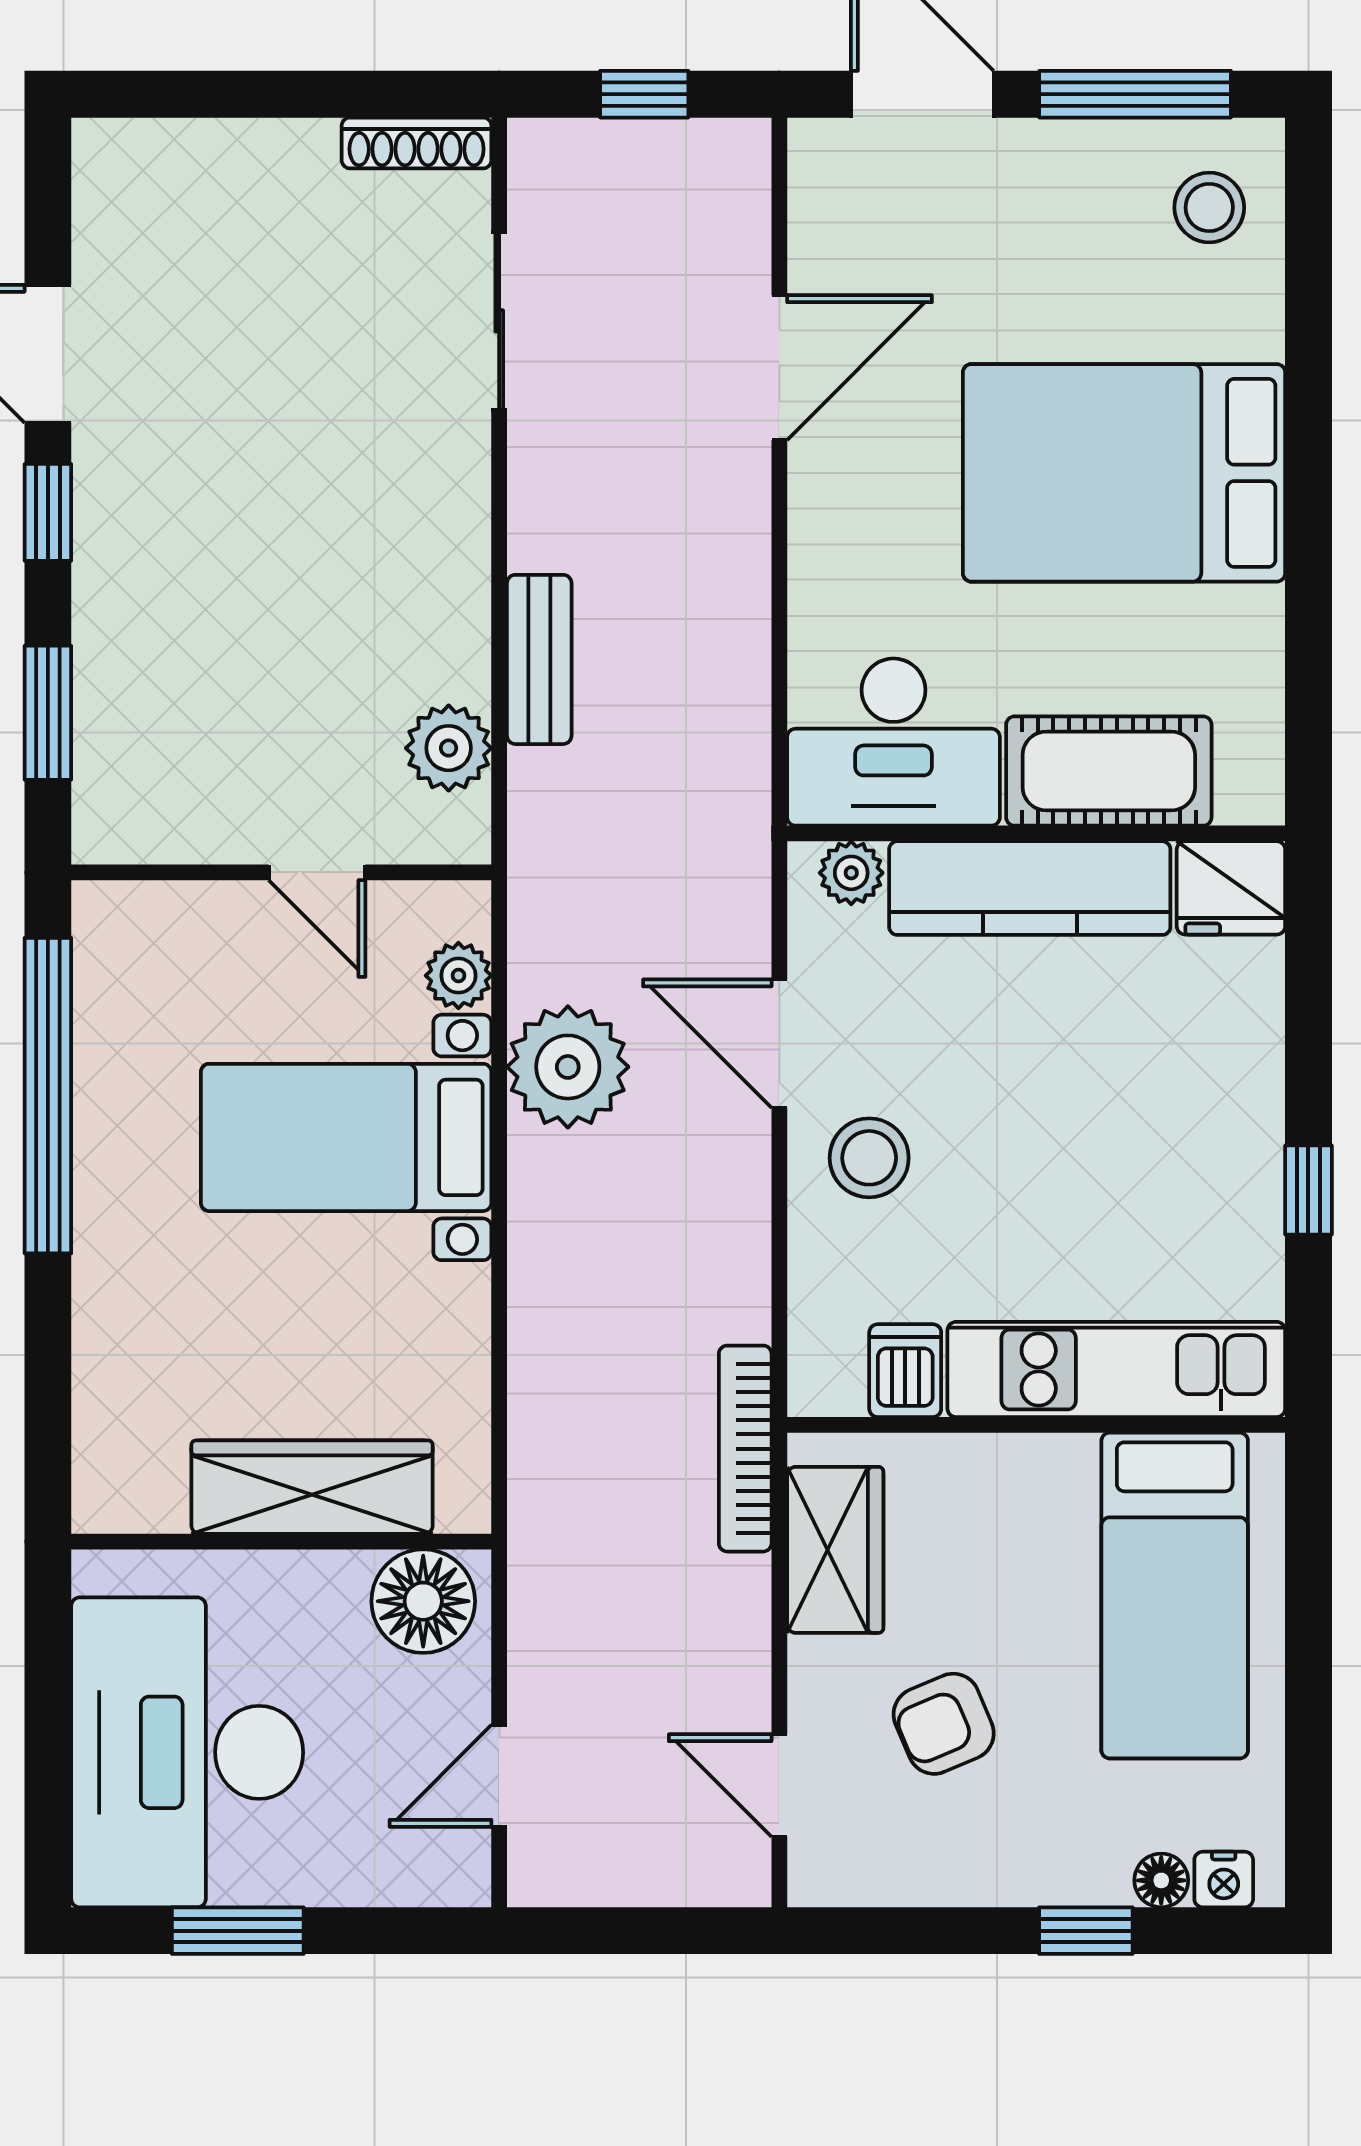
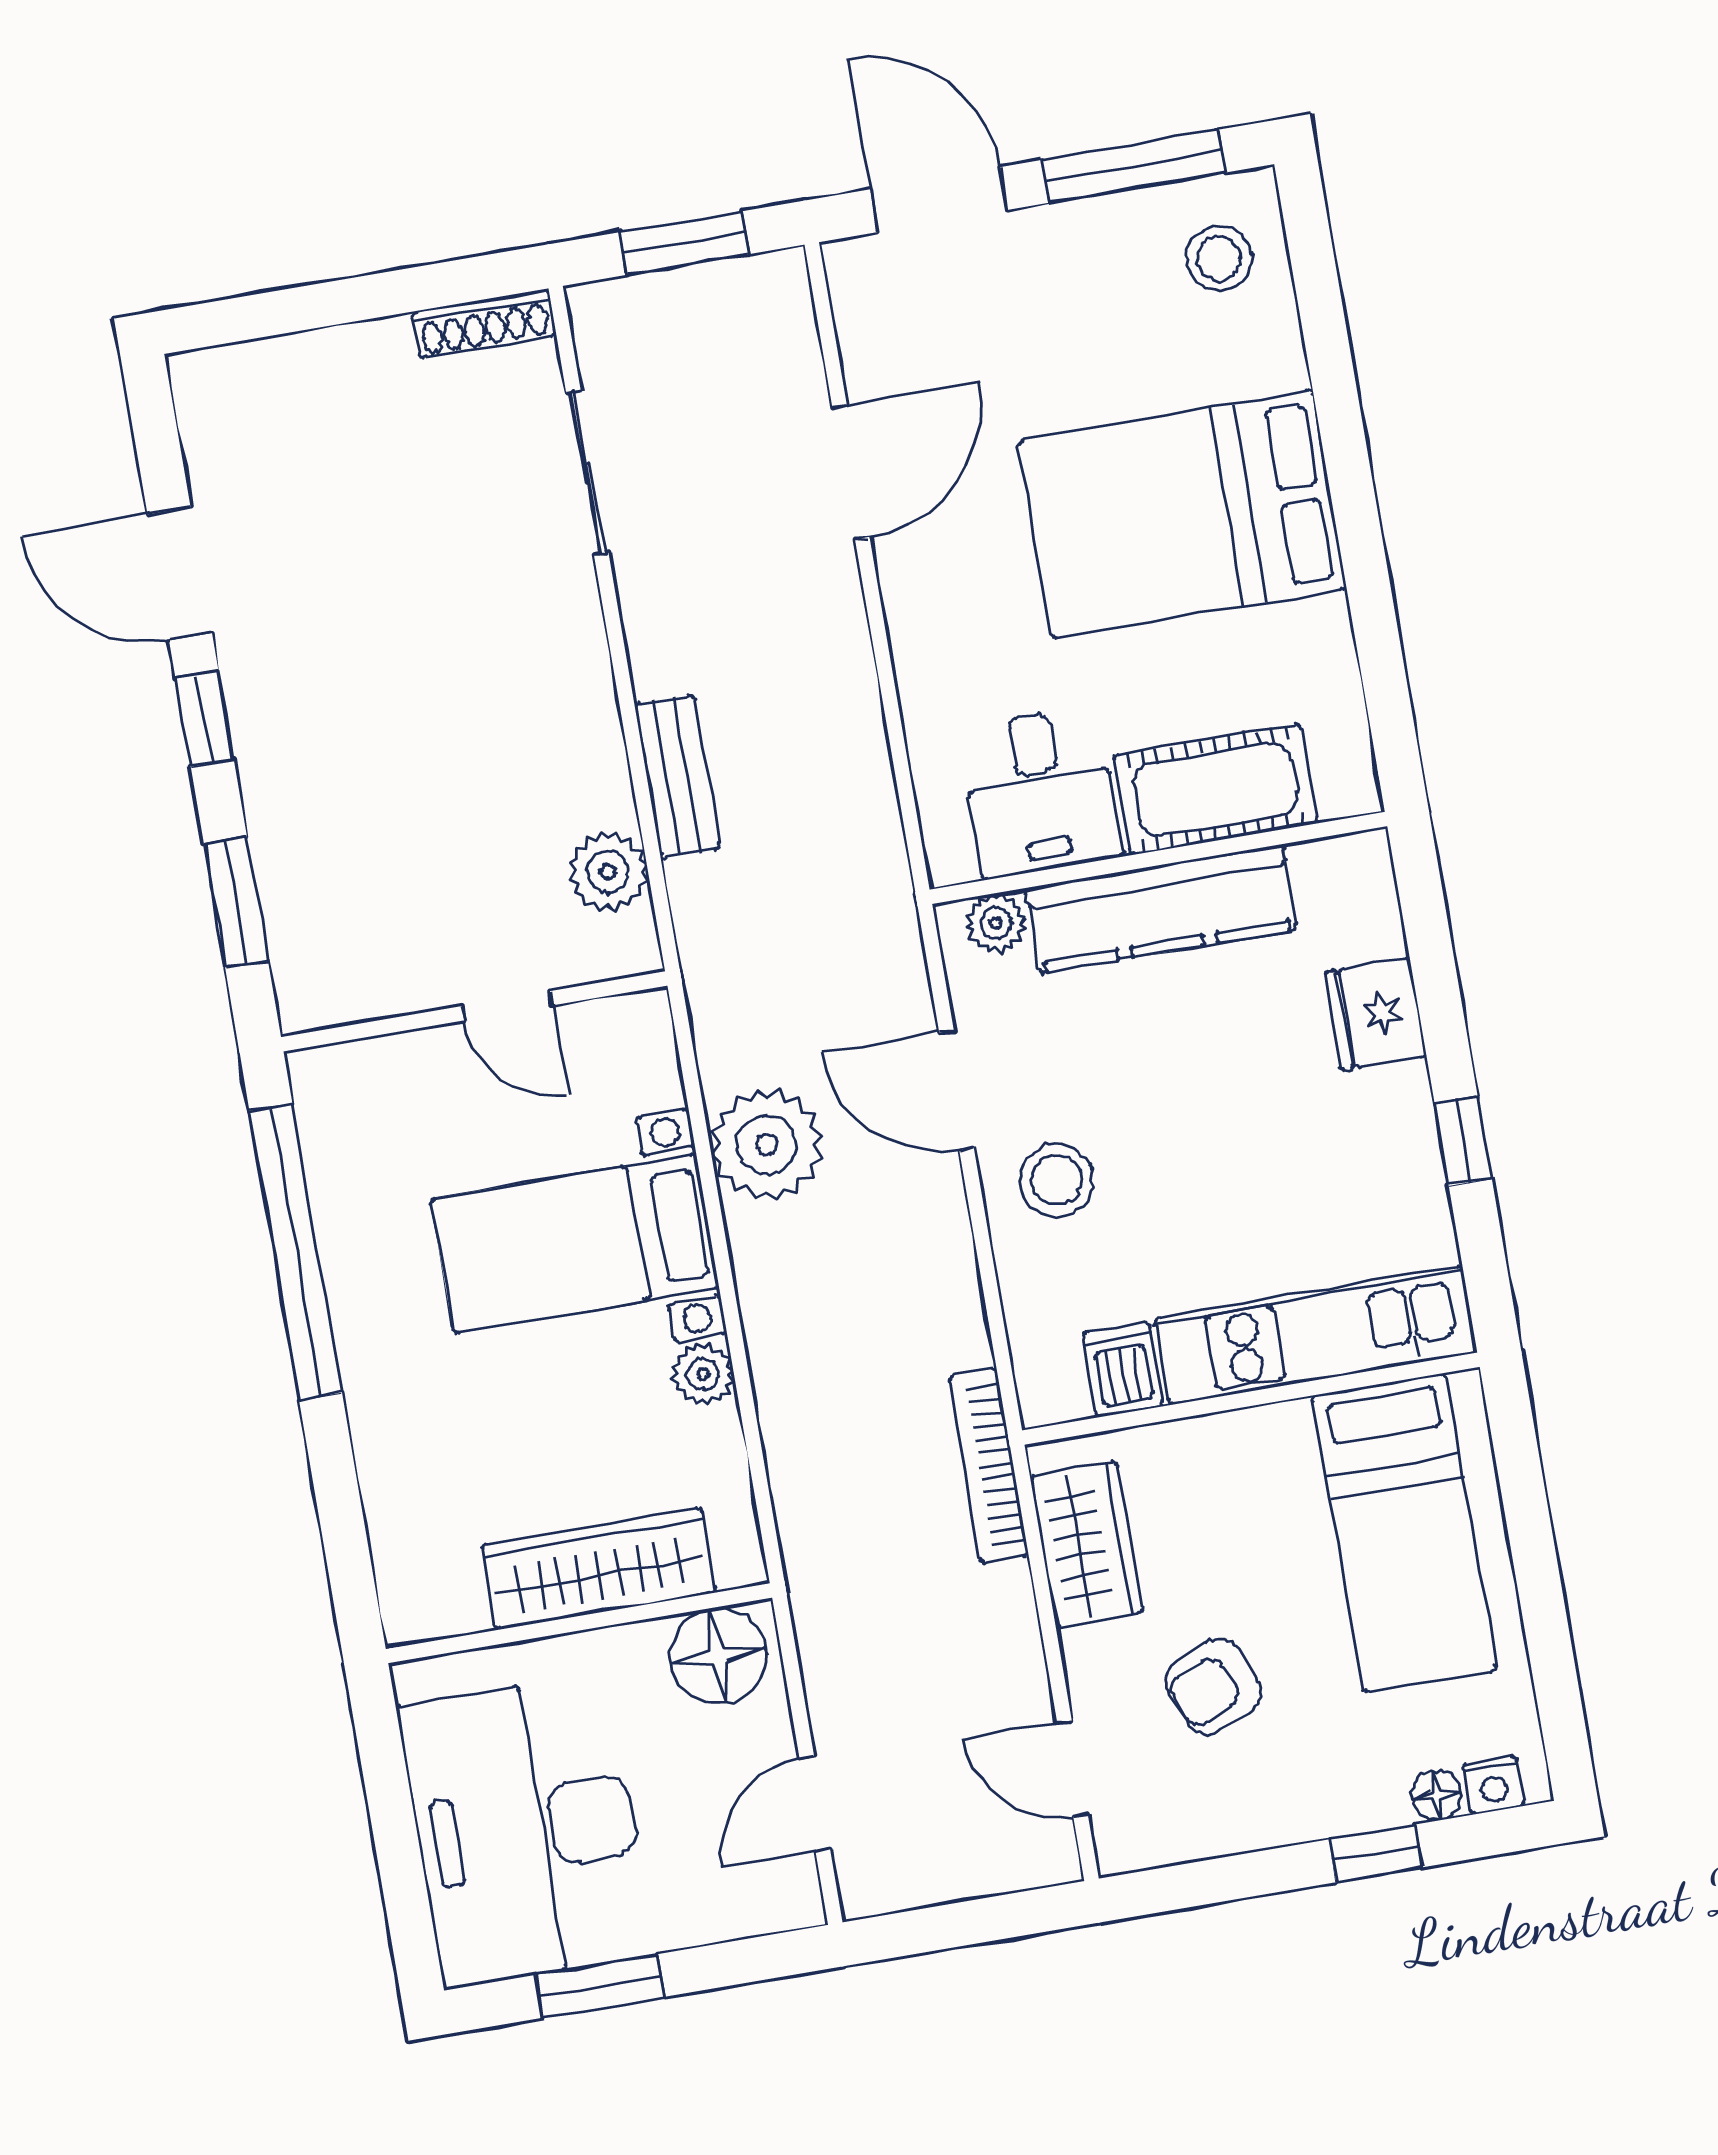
window: (644, 94) -> (685, 243), width x1.50
desk: (893, 742) -> (1040, 792), width x0.73
fridge: (1231, 888) -> (1376, 1014), moved, turned 90
plant: (458, 976) -> (703, 1374), moved

